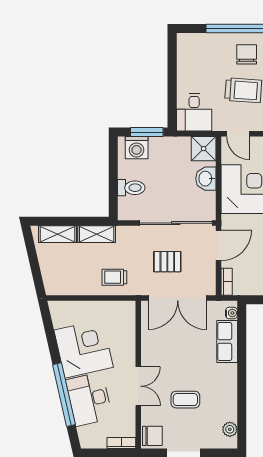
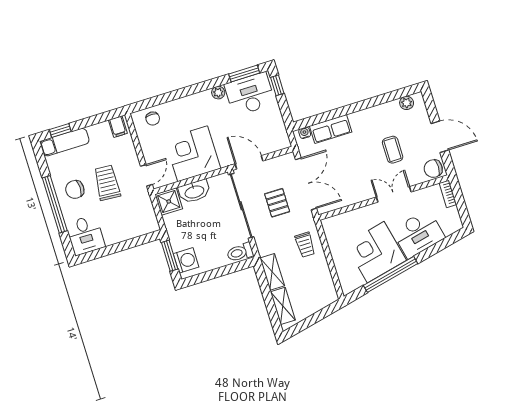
desk: (194, 112) -> (85, 235), moved, turned 90
washbasin: (206, 179) -> (194, 191), width x1.38
toilet: (131, 188) -> (240, 252), moved, turned -90
bookcase: (227, 282) -> (279, 146), removed
window: (64, 395) -> (391, 274), moved
chair: (152, 436) -> (433, 169), turned -90

